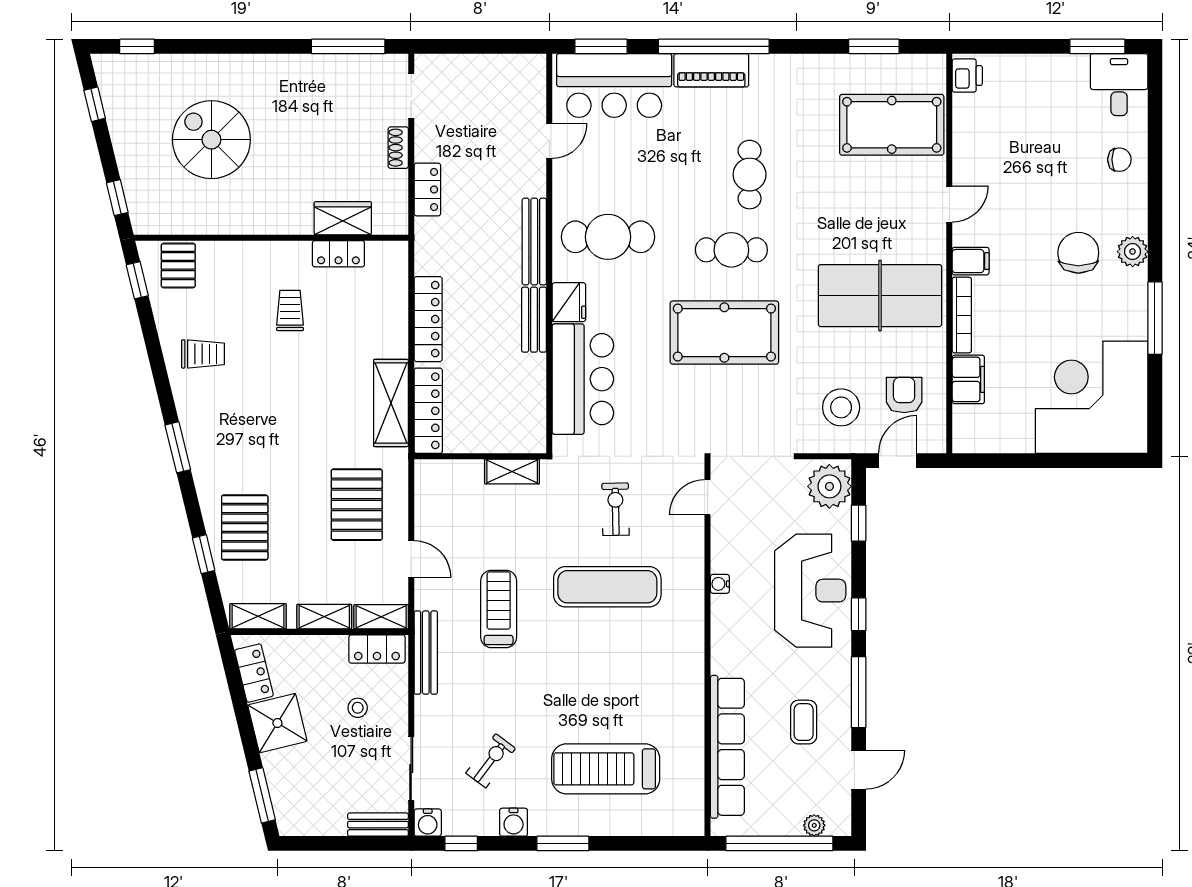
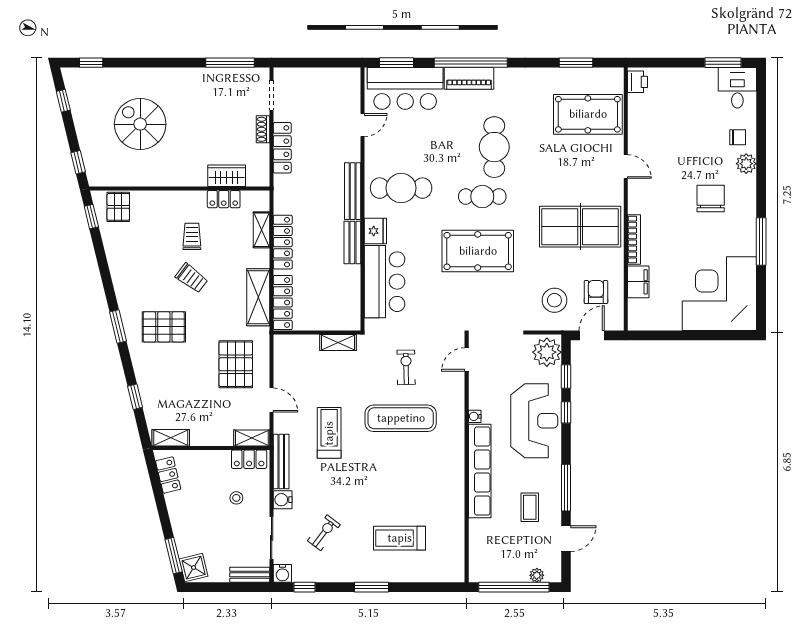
cafe table: (750, 175) -> (494, 147), width x1.37, depth x1.35
locker: (427, 189) -> (282, 148), width x1.53
door: (949, 204) -> (626, 166), hinge flipped
plant: (1133, 252) -> (746, 164), moved
filing cabinet: (971, 261) -> (640, 204), removed
trolley: (203, 354) -> (192, 278), moved, turned 37
pallet: (245, 527) -> (164, 327), moved, turned 90
window: (859, 614) -> (566, 412), moved
shelving: (324, 617) -> (262, 230), moved, turned 90
shower: (277, 723) -> (194, 568), moved, width x0.73, depth x0.73
row of seats: (727, 747) -> (480, 471), moved
treadmill: (606, 769) -> (400, 538), width x0.73, depth x0.73
water cooler: (514, 822) -> (283, 500), moved, turned 90

